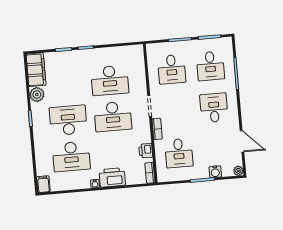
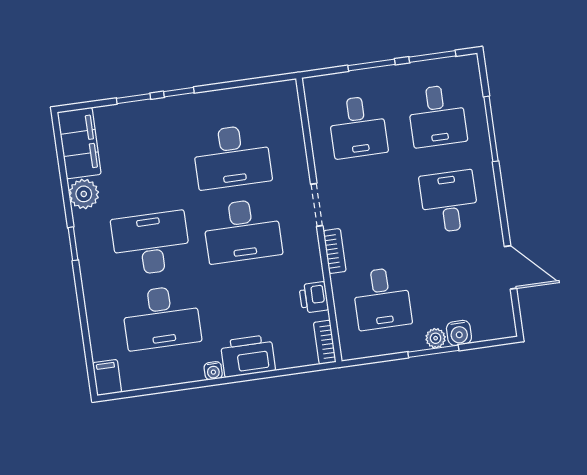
plant: (238, 171) -> (436, 338), moved

